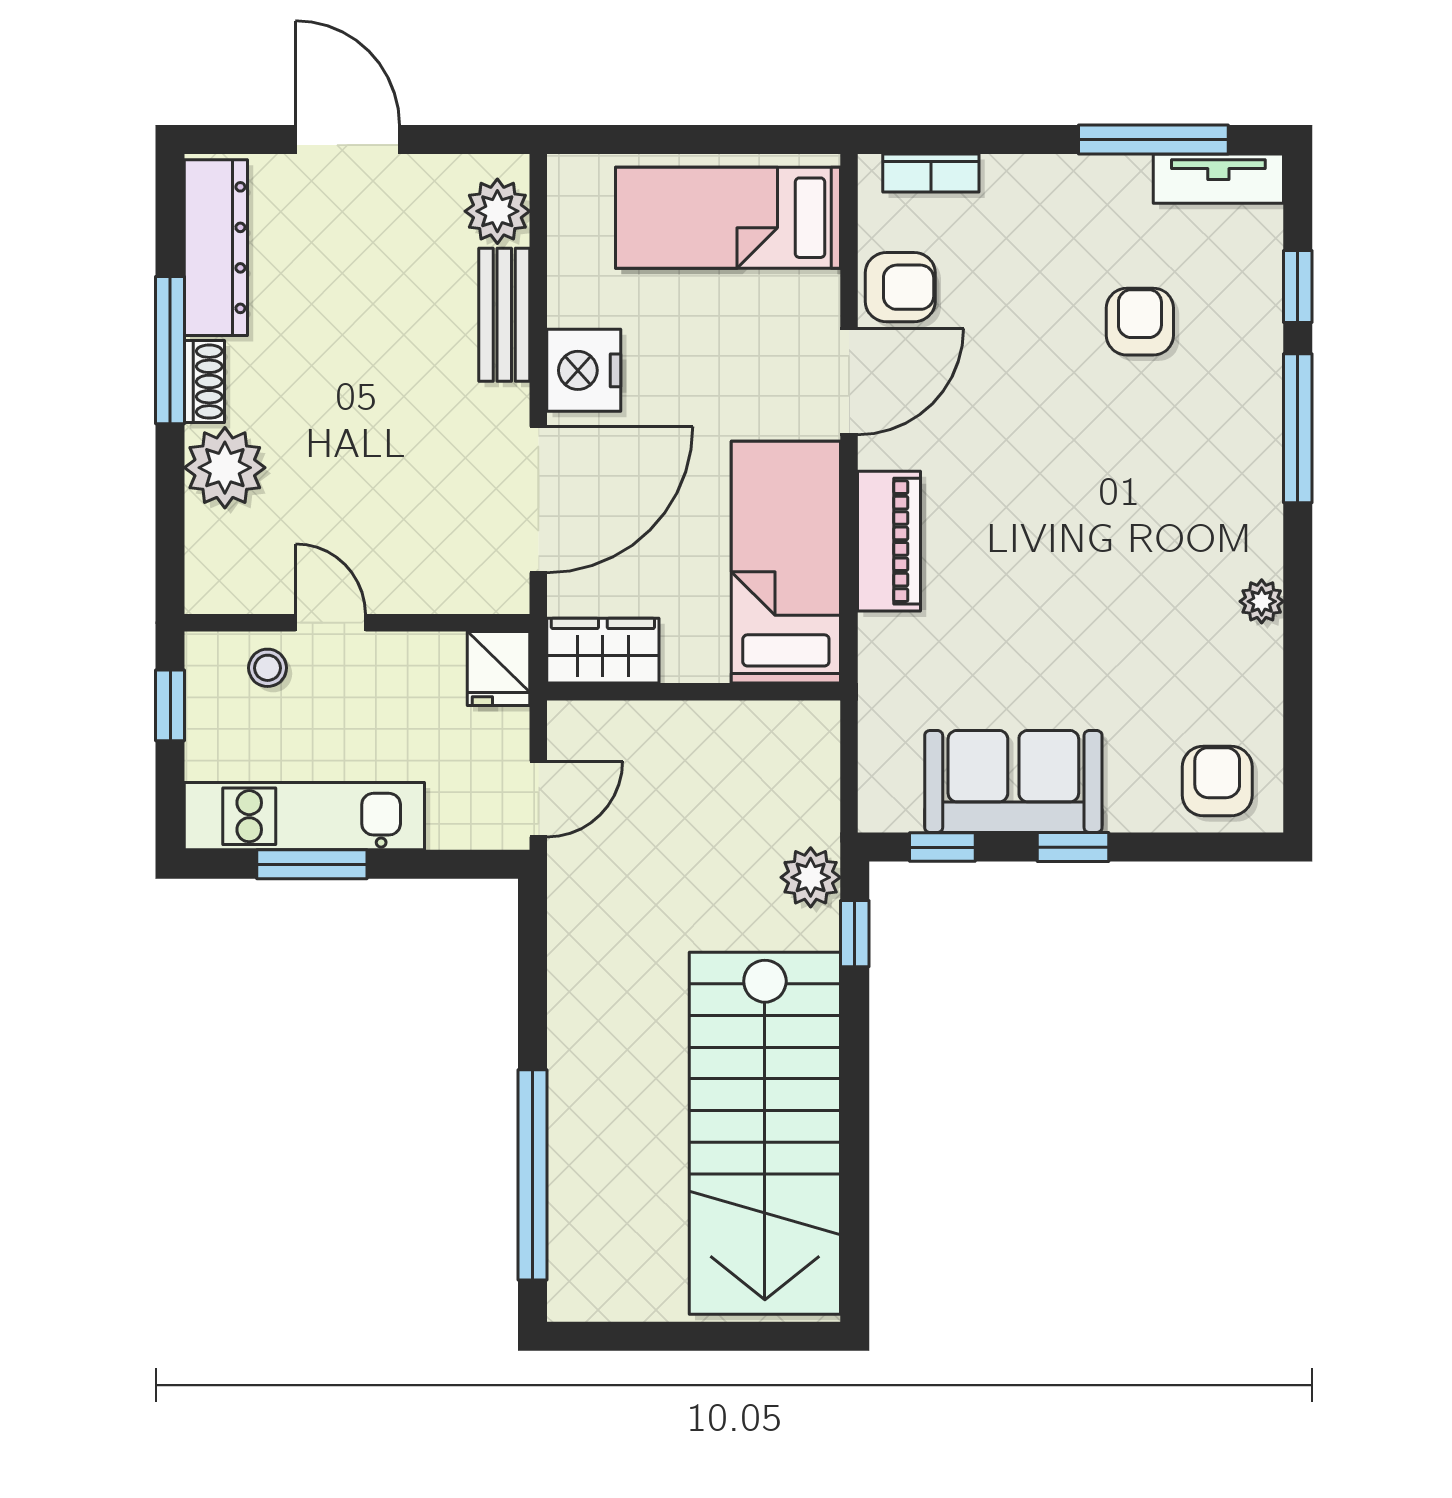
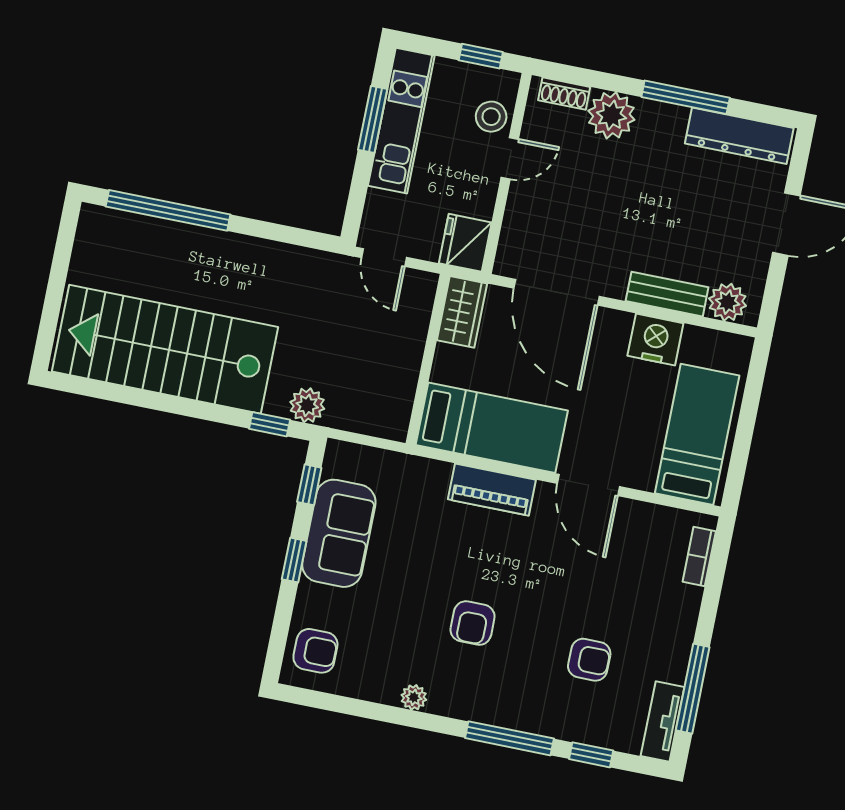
armchair: (900, 287) -> (473, 623), moved
nightstand: (584, 370) -> (655, 339), moved
shoe rack: (204, 382) -> (564, 94), moved
stool: (268, 668) -> (491, 117), width x1.37, depth x1.37
fridge: (499, 668) -> (465, 243), width x1.38

